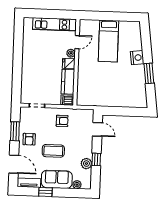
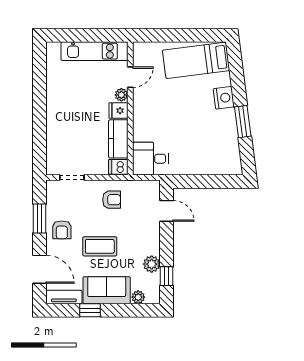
bed: (108, 41) -> (196, 60), moved, turned 83
desk: (88, 95) -> (151, 159), added
window: (96, 159) -> (166, 276), moved

